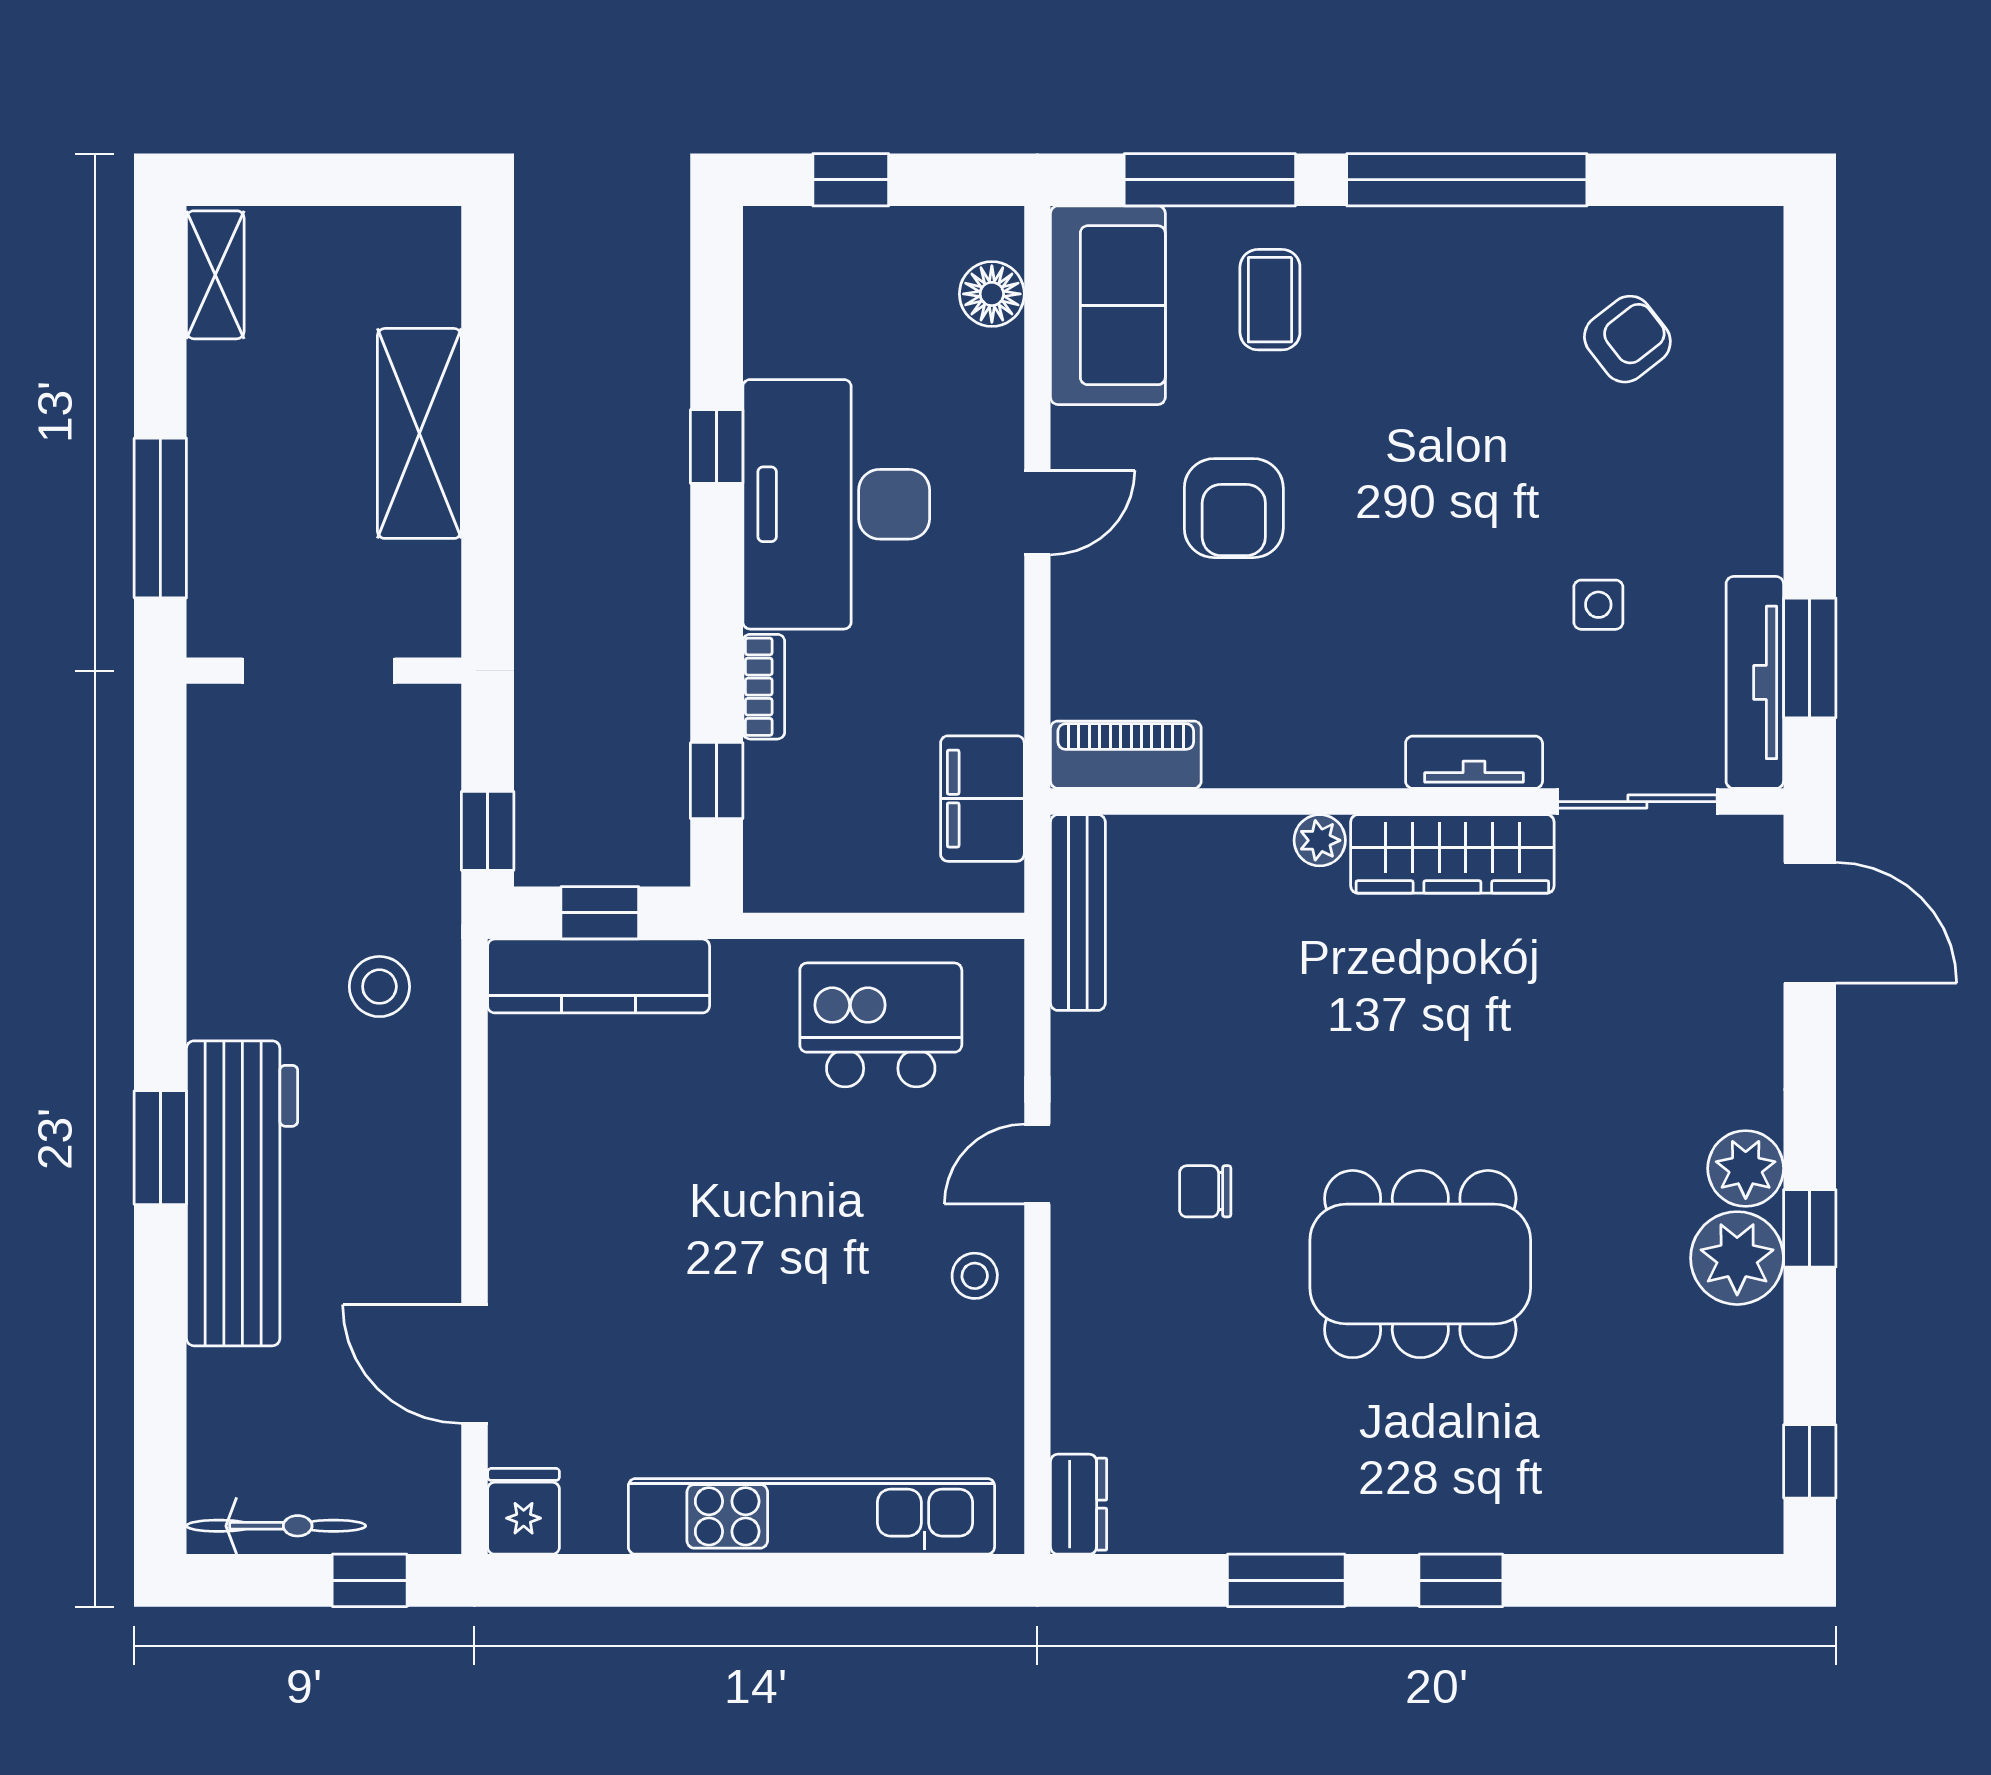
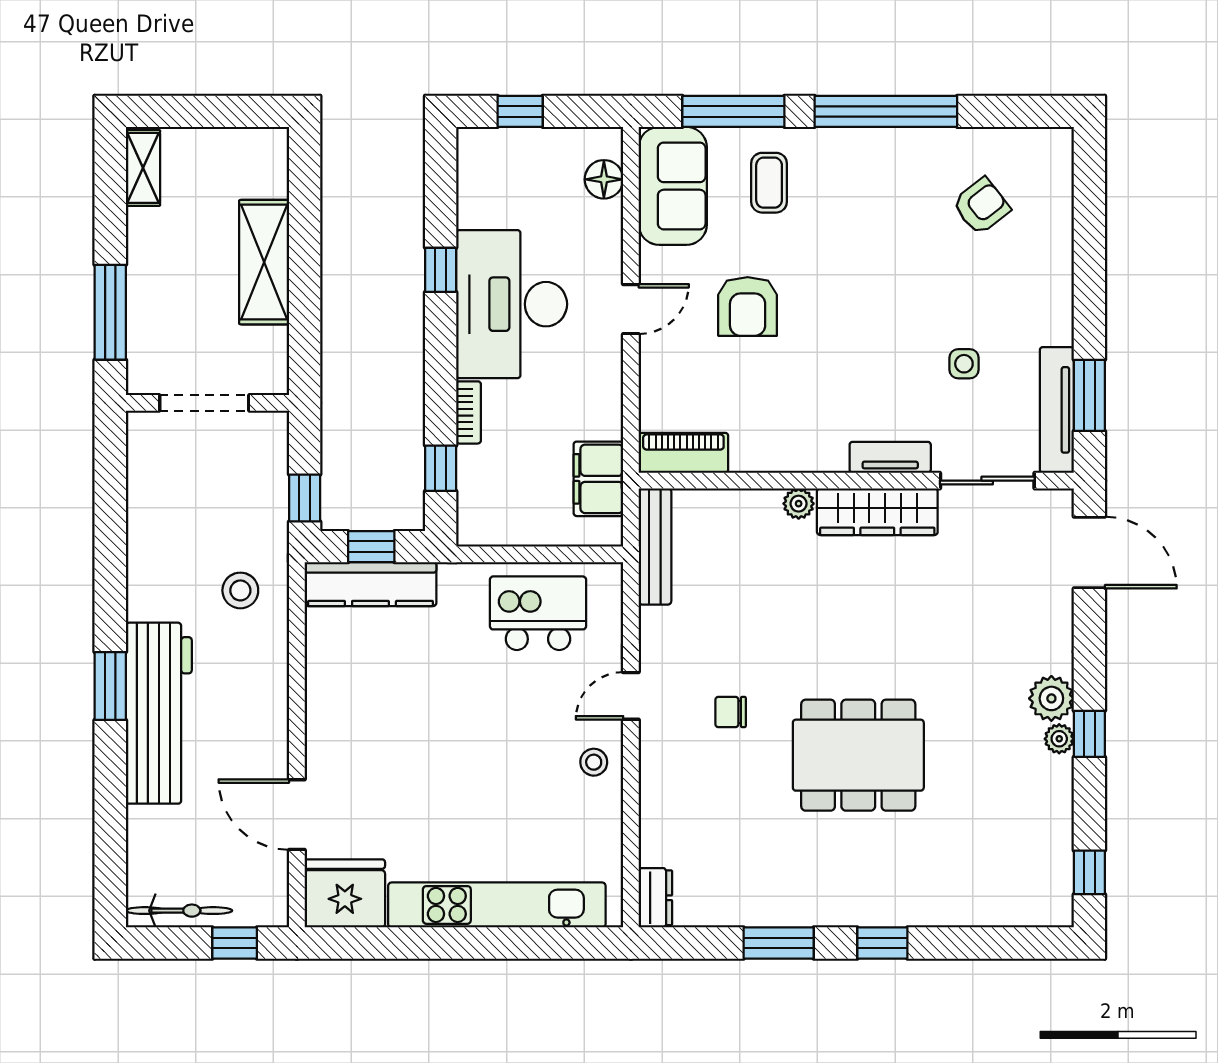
plant: (1737, 1258) -> (1059, 739), width x0.53, depth x0.53
fridge: (524, 1511) -> (345, 893), width x1.88, depth x1.34

